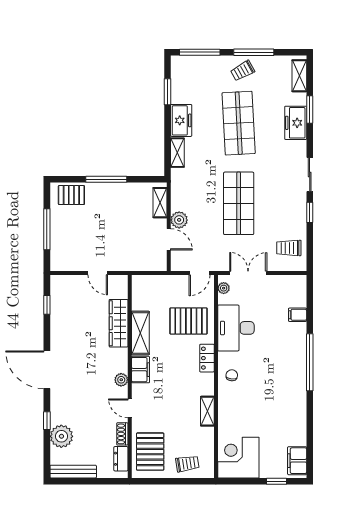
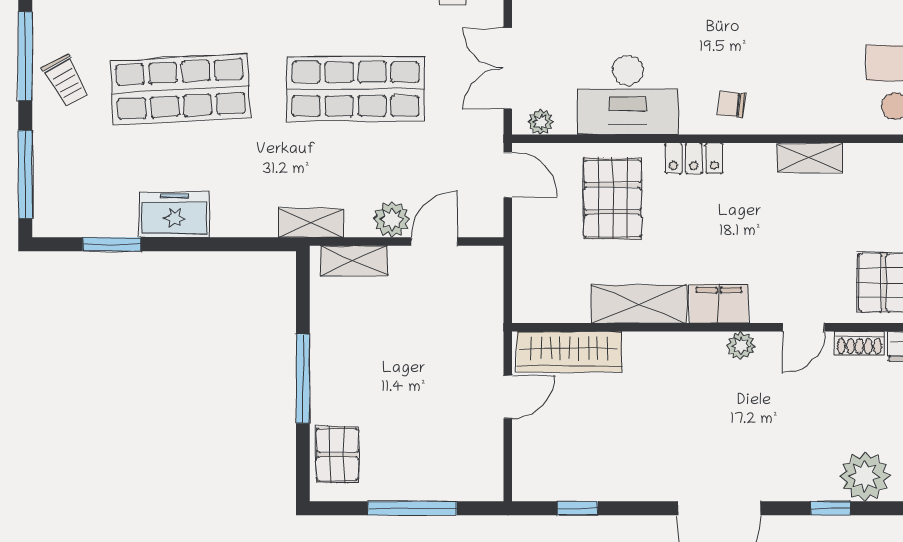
shelving: (177, 153) -> (311, 223), moved
wardrobe: (119, 323) -> (569, 352), moved

